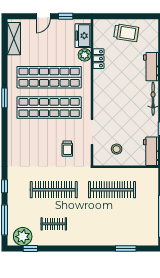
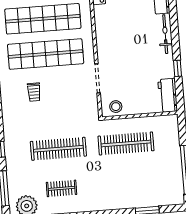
trolley: (67, 149) -> (34, 92), moved
stool: (117, 149) -> (116, 107), moved

